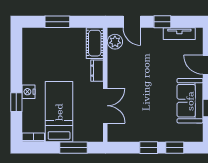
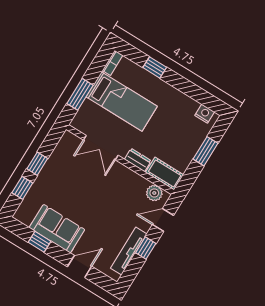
tv unit: (179, 34) -> (129, 251), width x1.41
nightstand: (28, 92) -> (205, 114), moved

